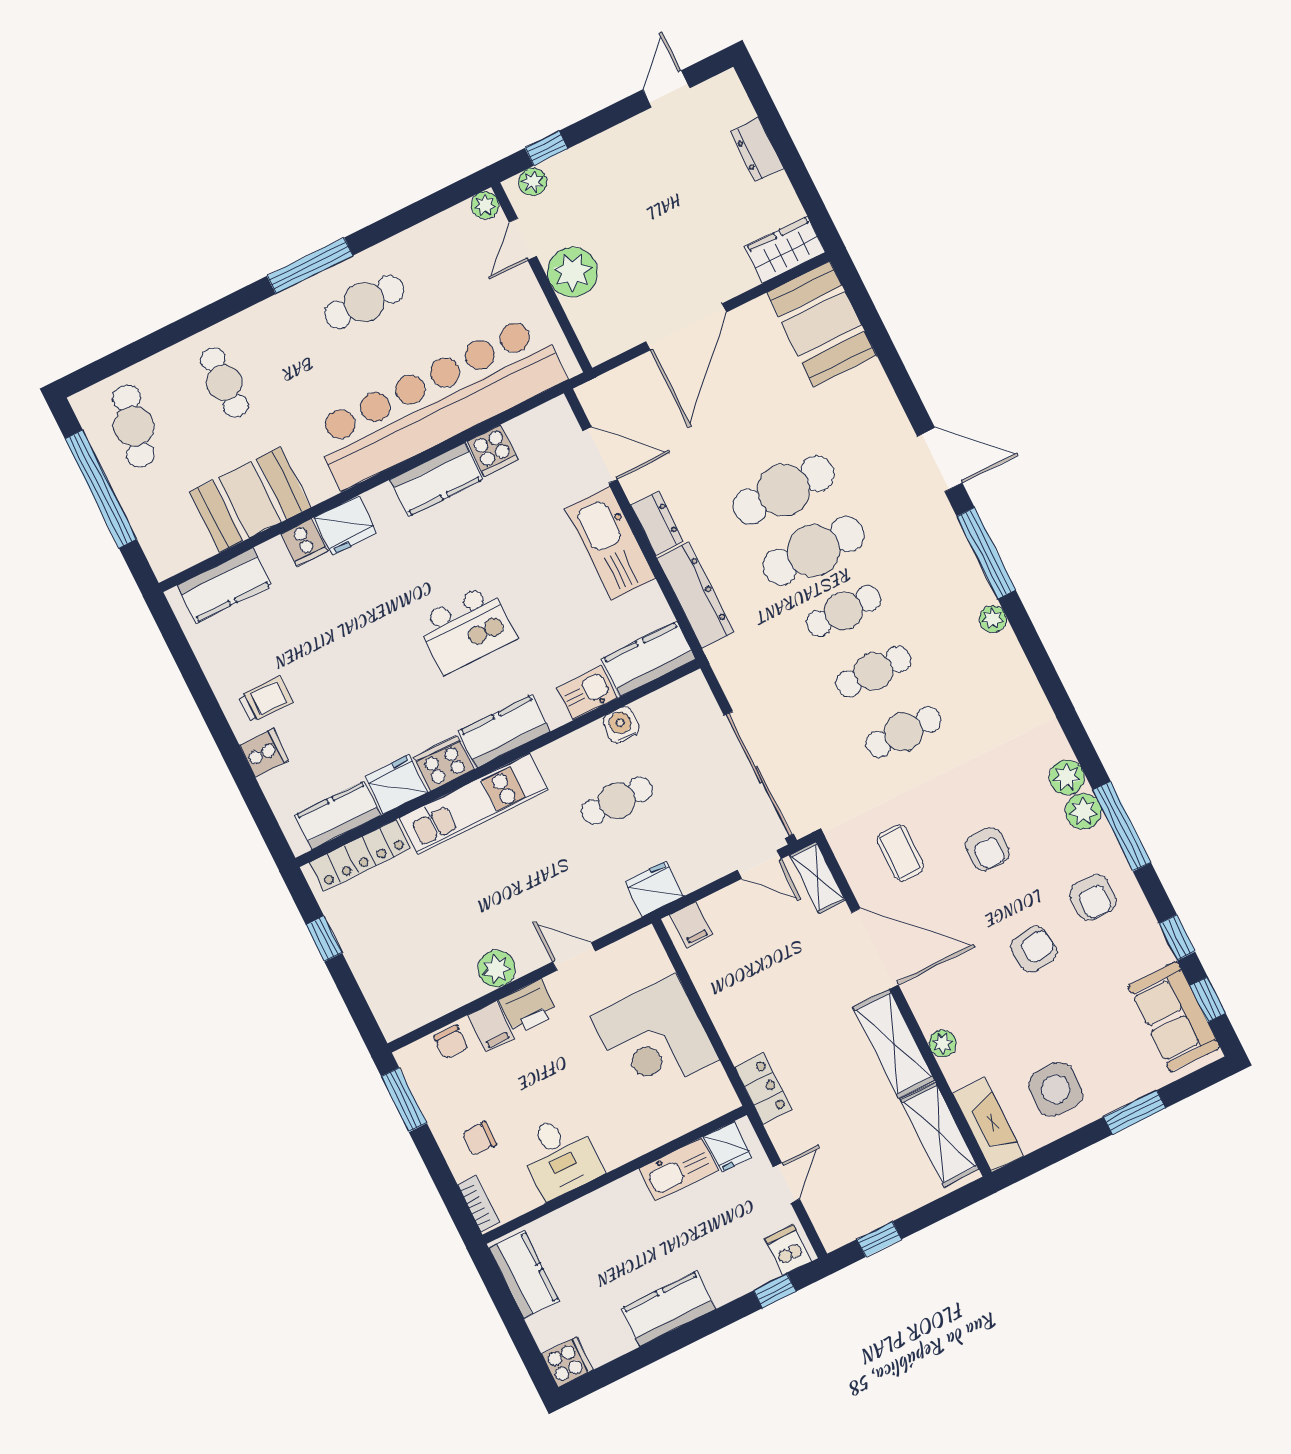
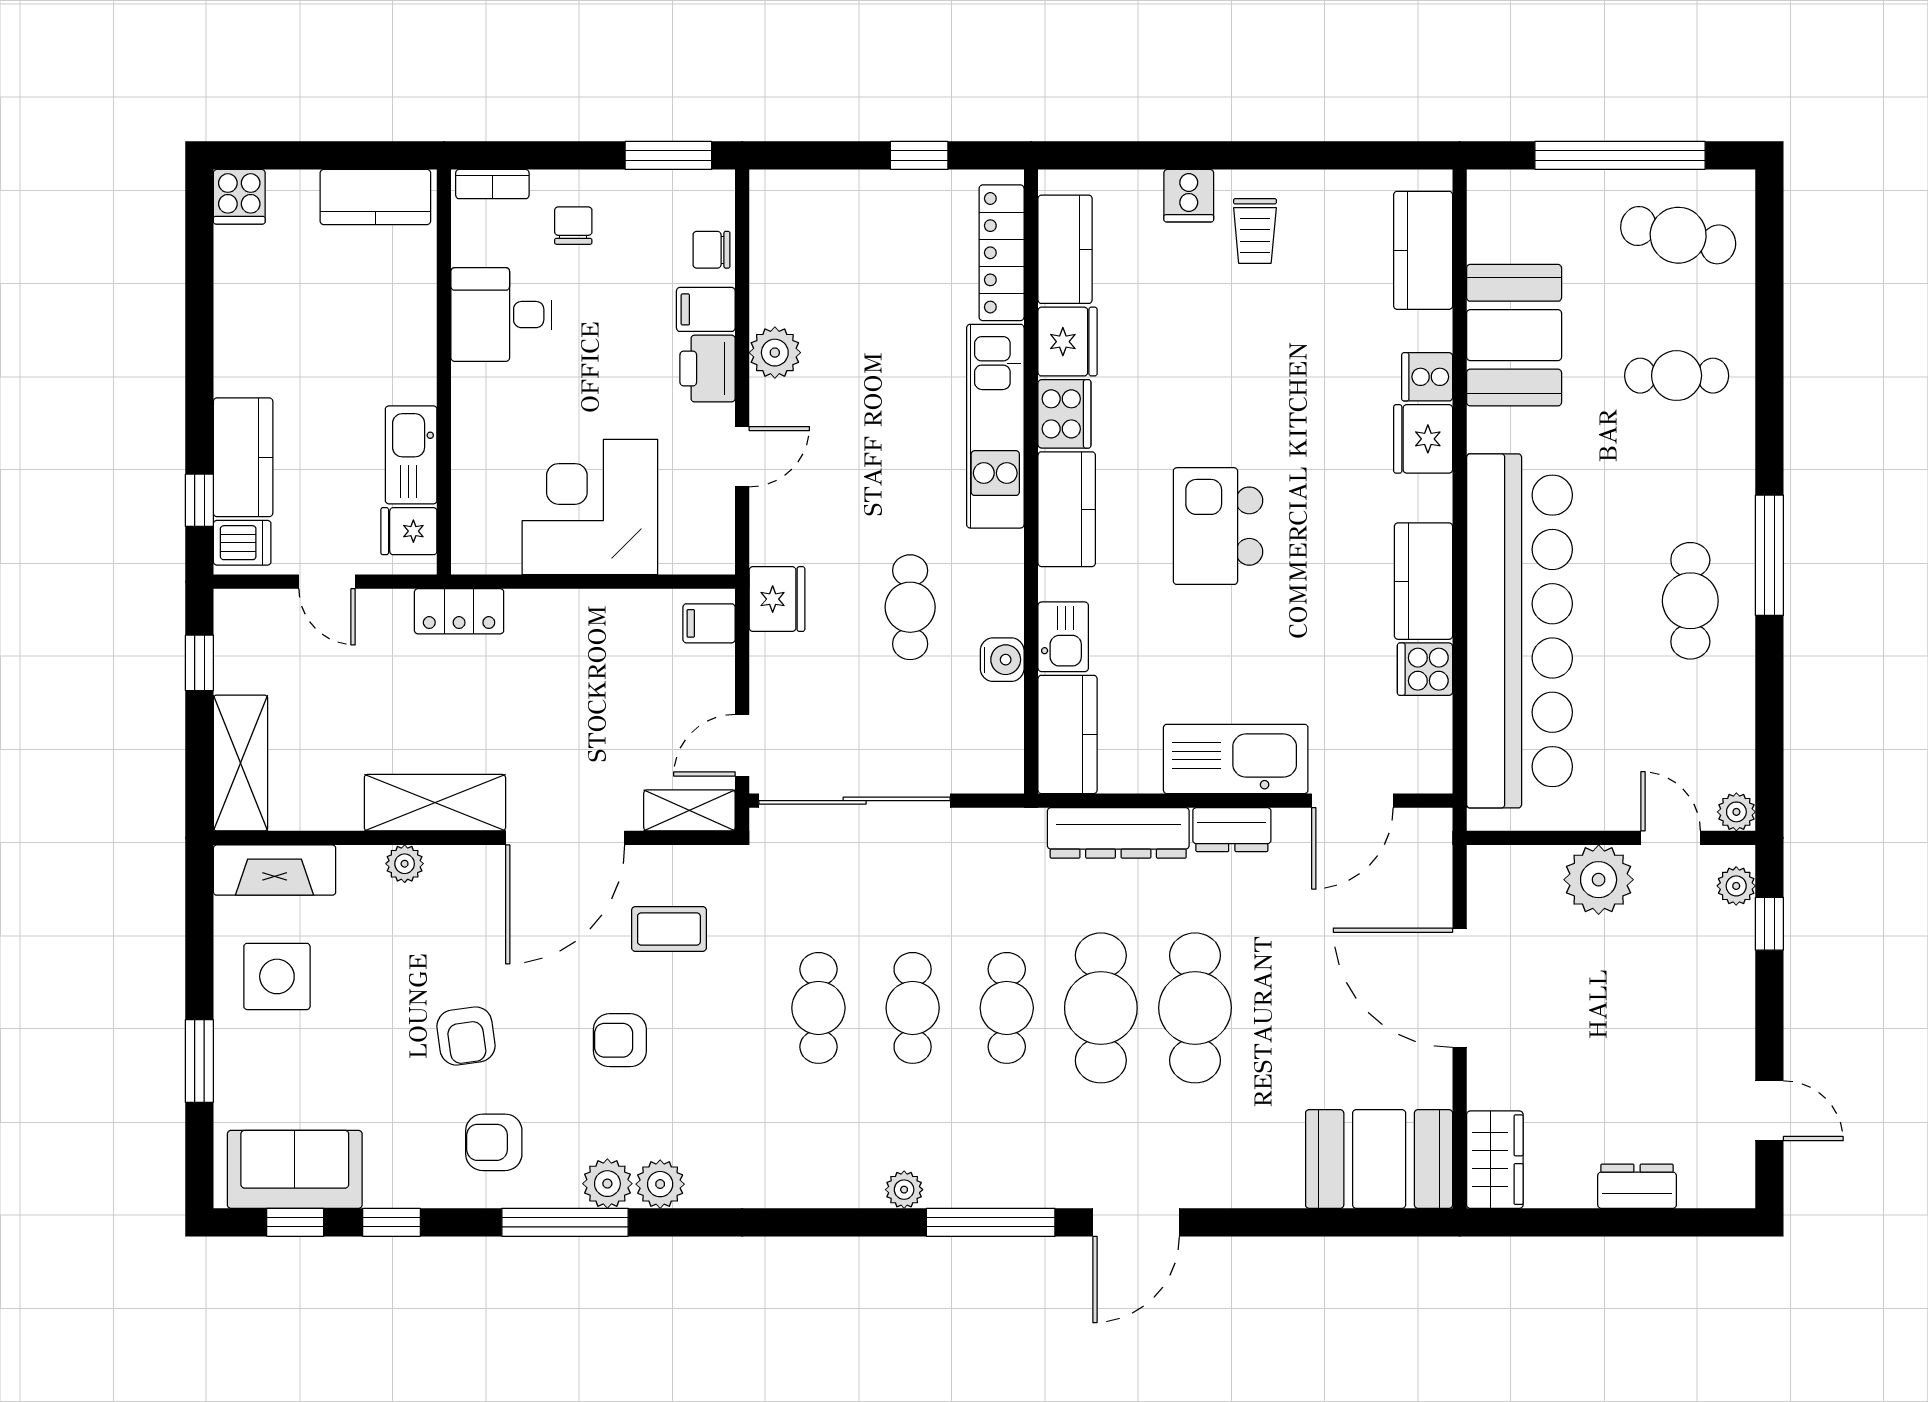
shelving: (940, 1134) -> (241, 763), moved, turned 90
kitchen counter: (669, 1309) -> (243, 457), moved

